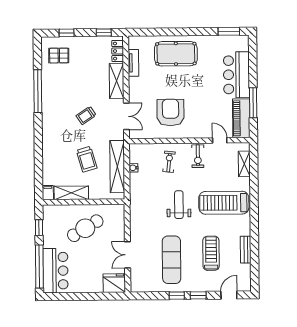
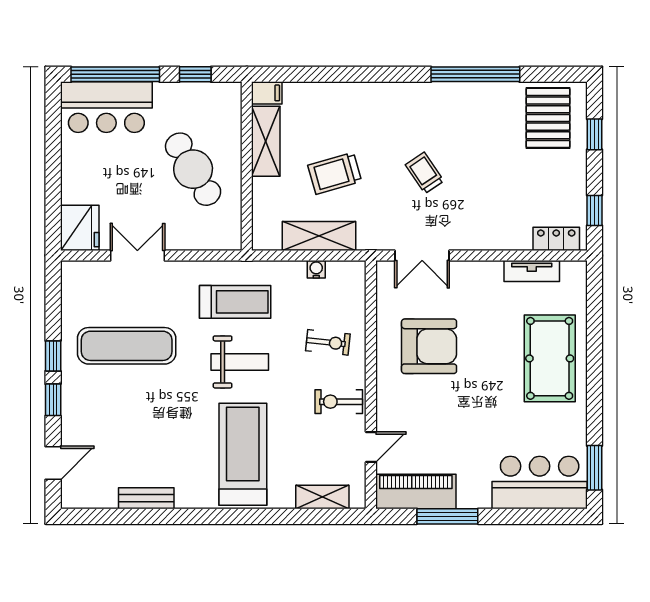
pallet: (59, 56) -> (548, 118), width x1.50, depth x1.42
bar counter: (236, 75) -> (540, 482), moved
shelving: (117, 81) -> (495, 236), removed
shelving: (117, 167) -> (319, 236), width x0.68
treadmill: (211, 253) -> (235, 302), moved
door: (229, 295) -> (53, 463), hinge flipped

